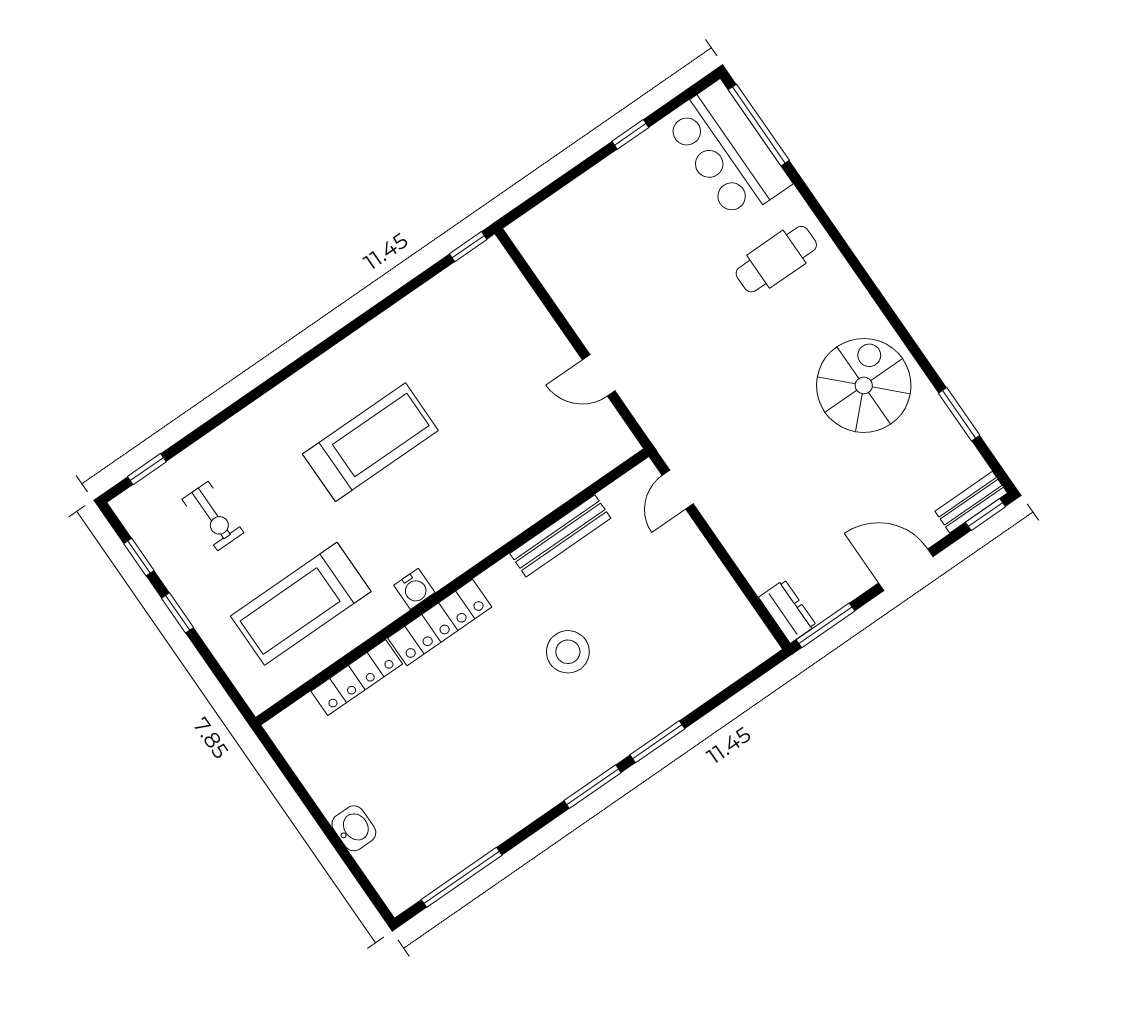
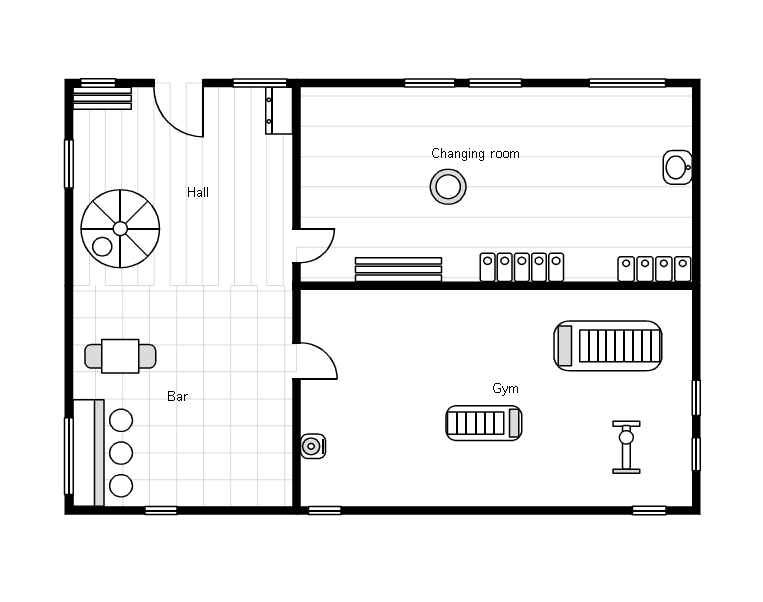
treadmill: (370, 442) -> (484, 423), width x0.73, depth x0.73
water cooler: (414, 589) -> (313, 446), moved, turned -90
locker: (357, 678) -> (654, 269), moved

